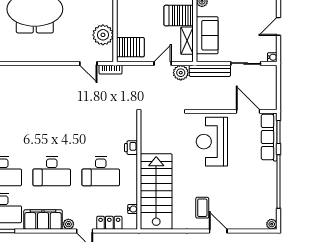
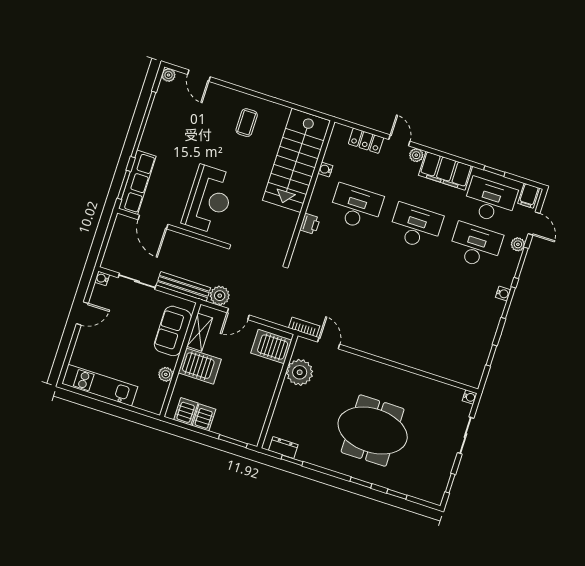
water cooler: (133, 209) -> (325, 169), moved
door: (218, 231) -> (199, 76), moved

